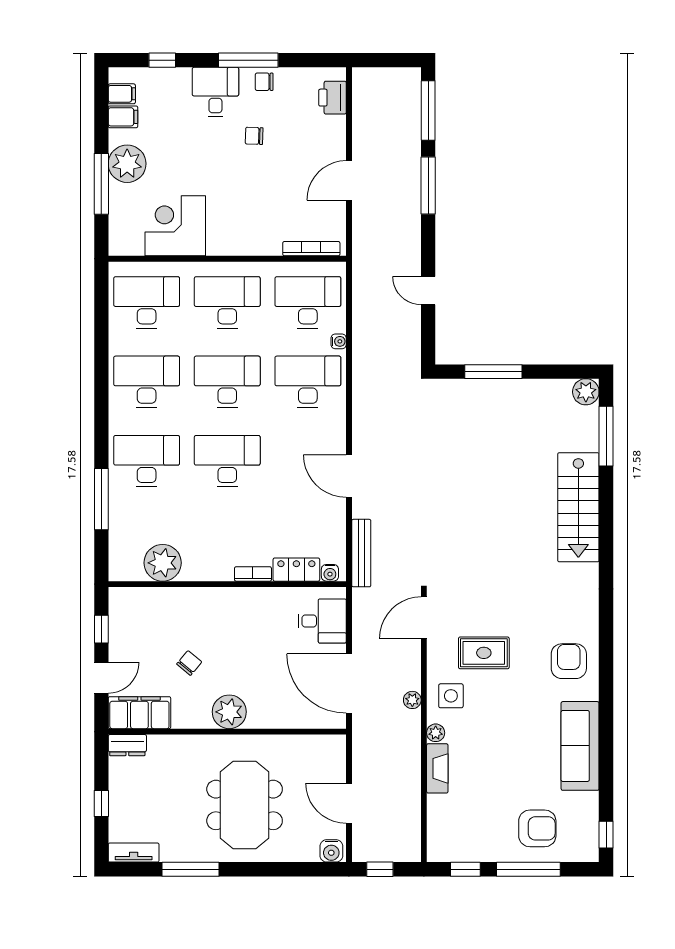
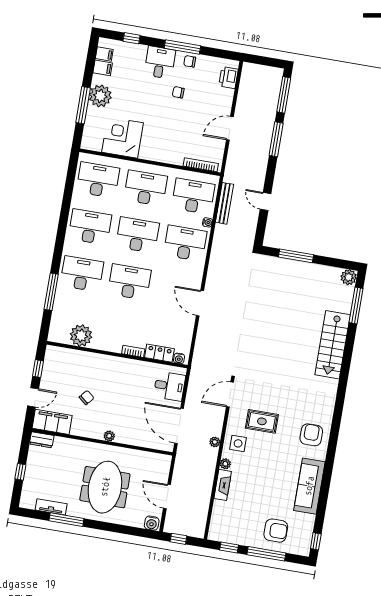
bench: (361, 553) -> (225, 203), moved
plant: (229, 712) -> (109, 436), width x0.53, depth x0.53
tv unit: (134, 853) -> (51, 507), moved

